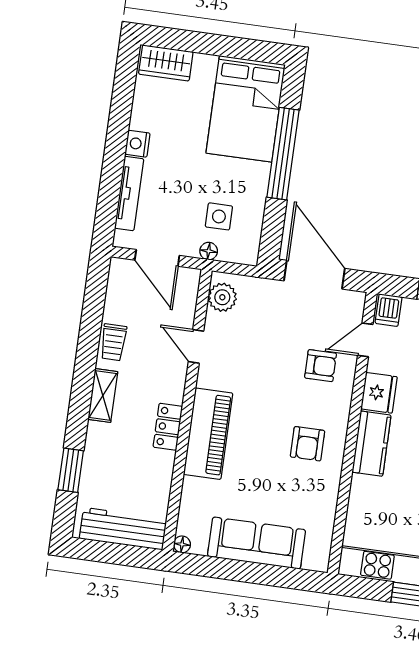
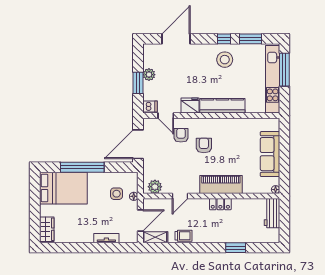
nightstand: (137, 144) -> (87, 237), removed
tv unit: (129, 193) -> (106, 238), width x0.71
shelving: (103, 395) -> (155, 237), moved
armchair: (307, 444) -> (204, 145), moved, turned -90
kitchen counter: (372, 444) -> (222, 106), width x1.50
window: (71, 470) -> (236, 248), moved
workbench: (123, 529) -> (272, 213), width x0.73

